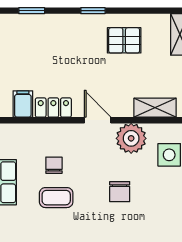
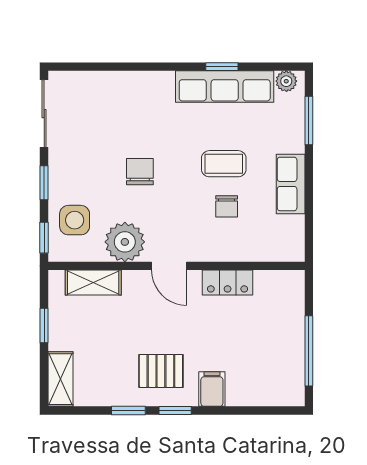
window: (32, 11) -> (128, 411), moved
pallet: (124, 40) -> (161, 371), moved
filing cabinet: (23, 104) -> (212, 389), moved, turned 180

